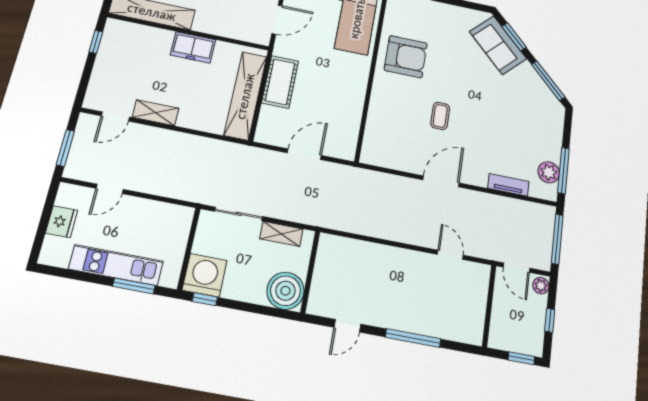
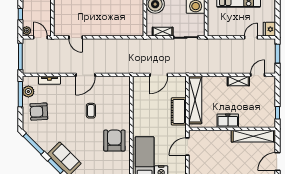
armchair: (406, 57) -> (114, 141), turned 90
armchair: (534, 133) -> (39, 112), added
fridge: (62, 222) -> (269, 29), moved

